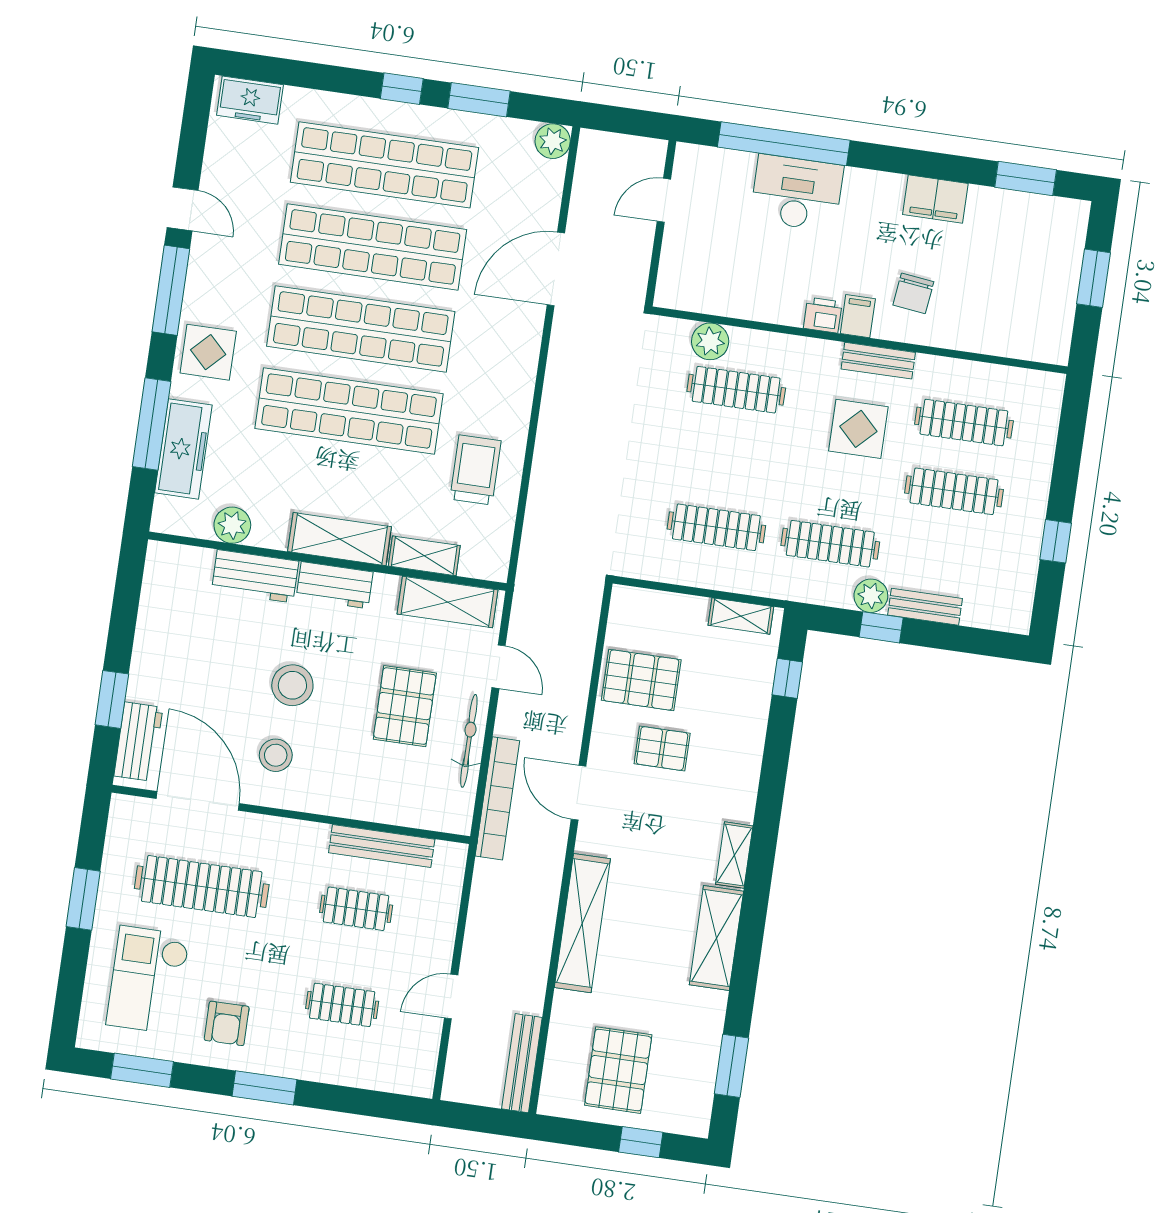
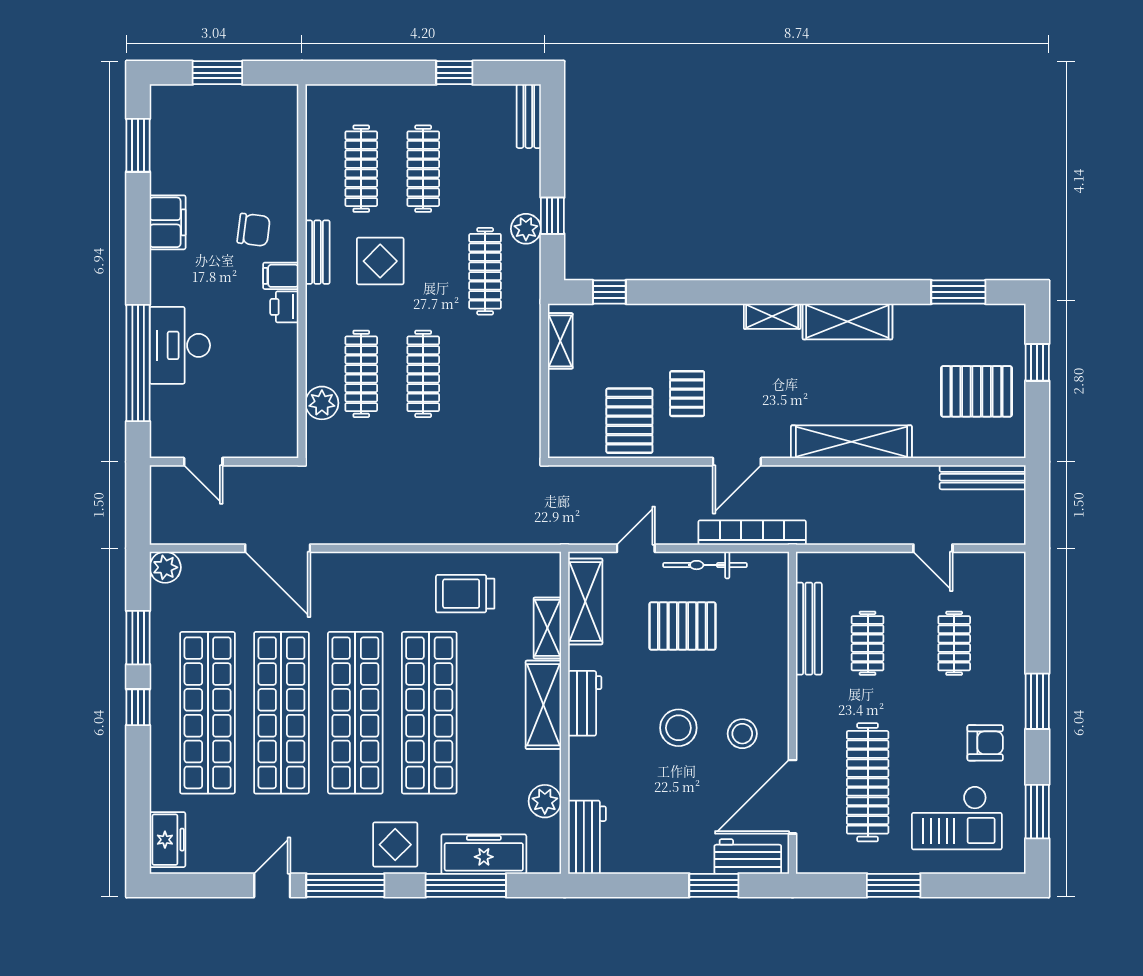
clothes rail: (716, 527) -> (423, 374), moved
workbench: (255, 576) -> (587, 837), moved
bench: (925, 607) -> (529, 116), moved

